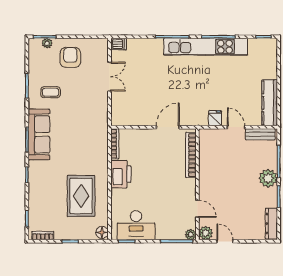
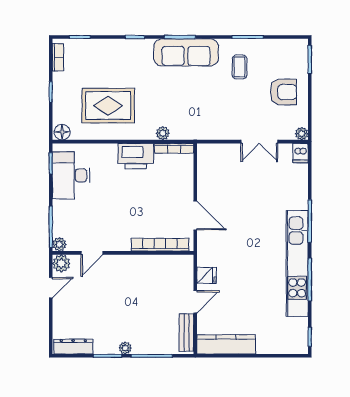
plant: (47, 43) -> (302, 134), moved
plant: (103, 153) -> (163, 133), added
plant: (268, 178) -> (125, 348), width x0.53, depth x0.53

